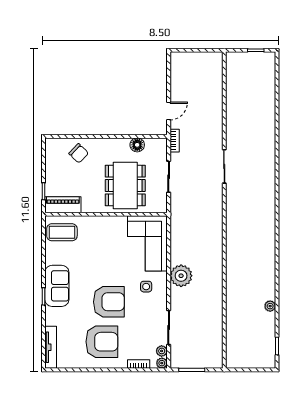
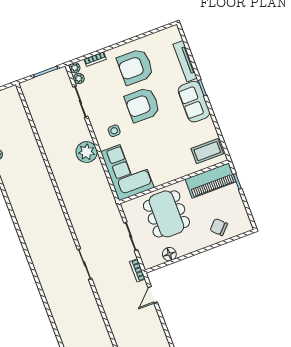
piano: (63, 205) -> (211, 181), width x1.37, depth x1.33
tv unit: (51, 347) -> (185, 61), moved

